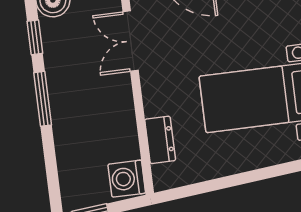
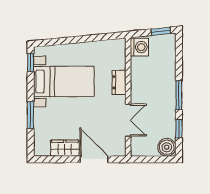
dresser: (160, 140) -> (119, 82), moved

